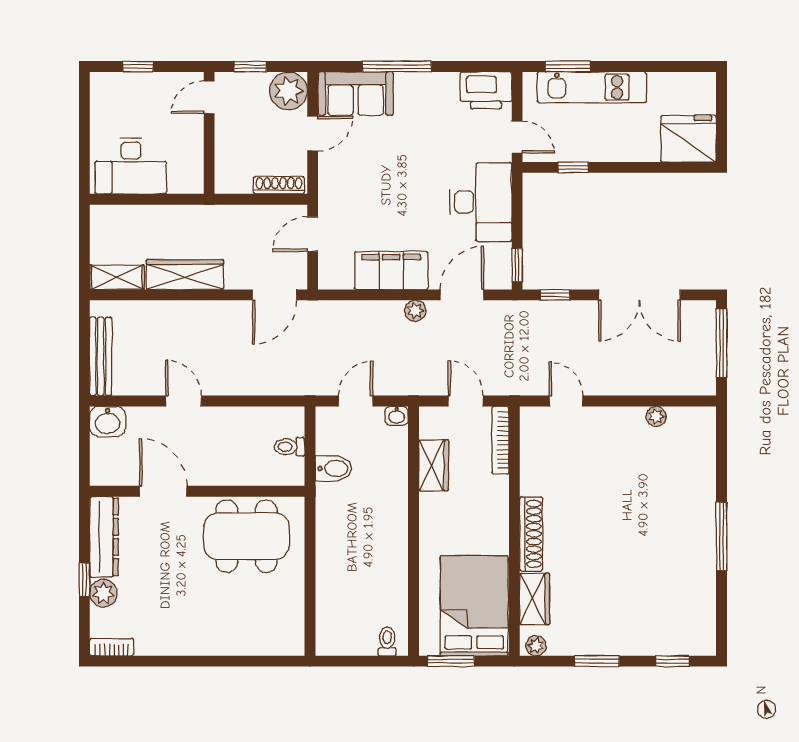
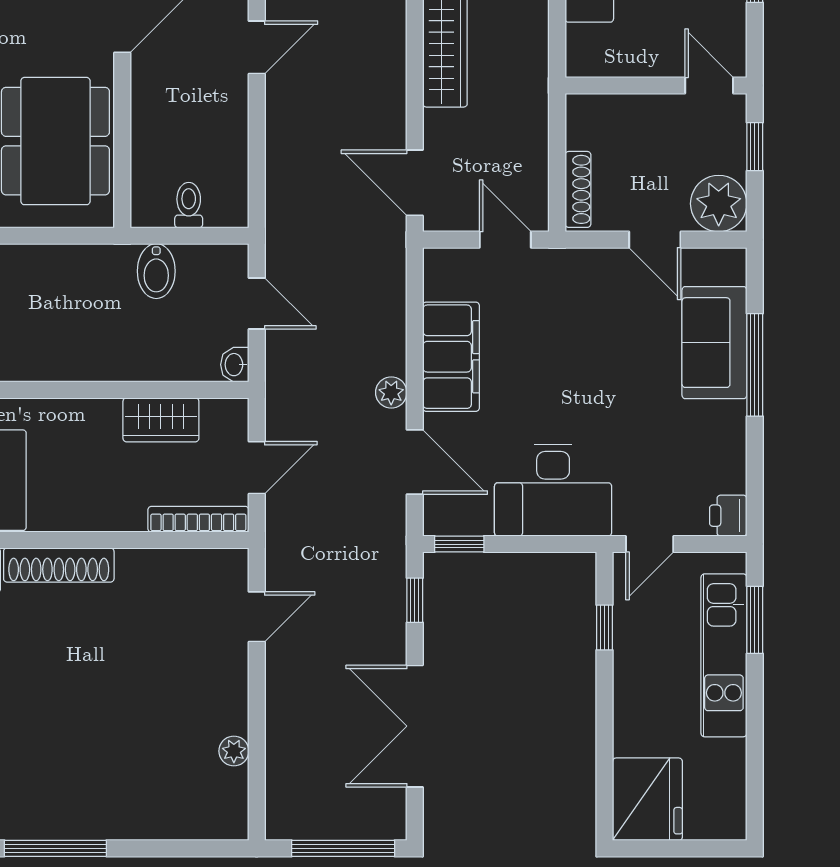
printer: (486, 90) -> (728, 516), width x0.53, depth x0.68
sofa: (356, 94) -> (714, 343), moved

